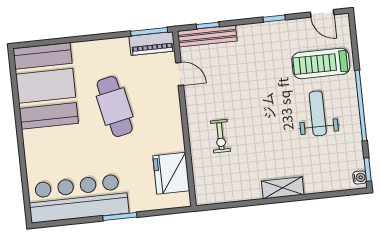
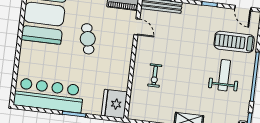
cafe table: (115, 106) -> (88, 39), width x0.73, depth x0.74
fridge: (171, 173) -> (114, 104), moved

